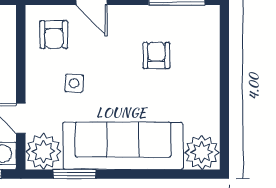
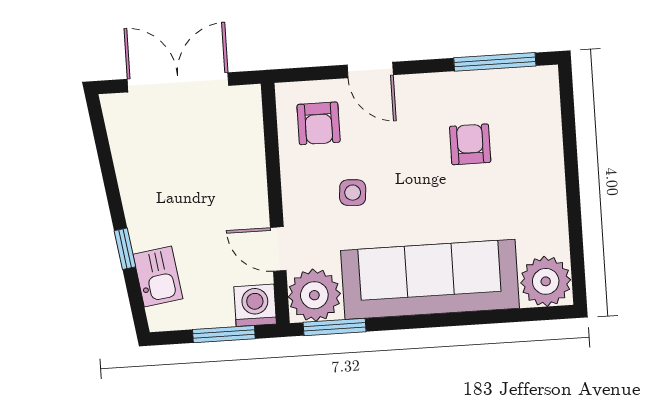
window: (75, 174) -> (335, 327), moved

